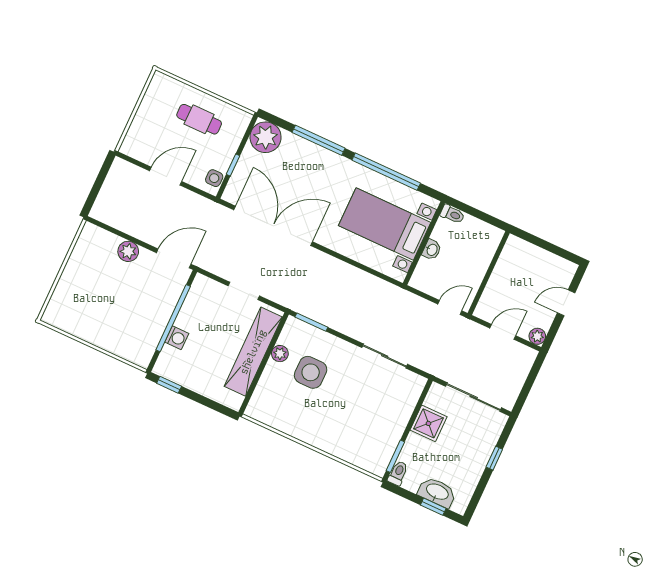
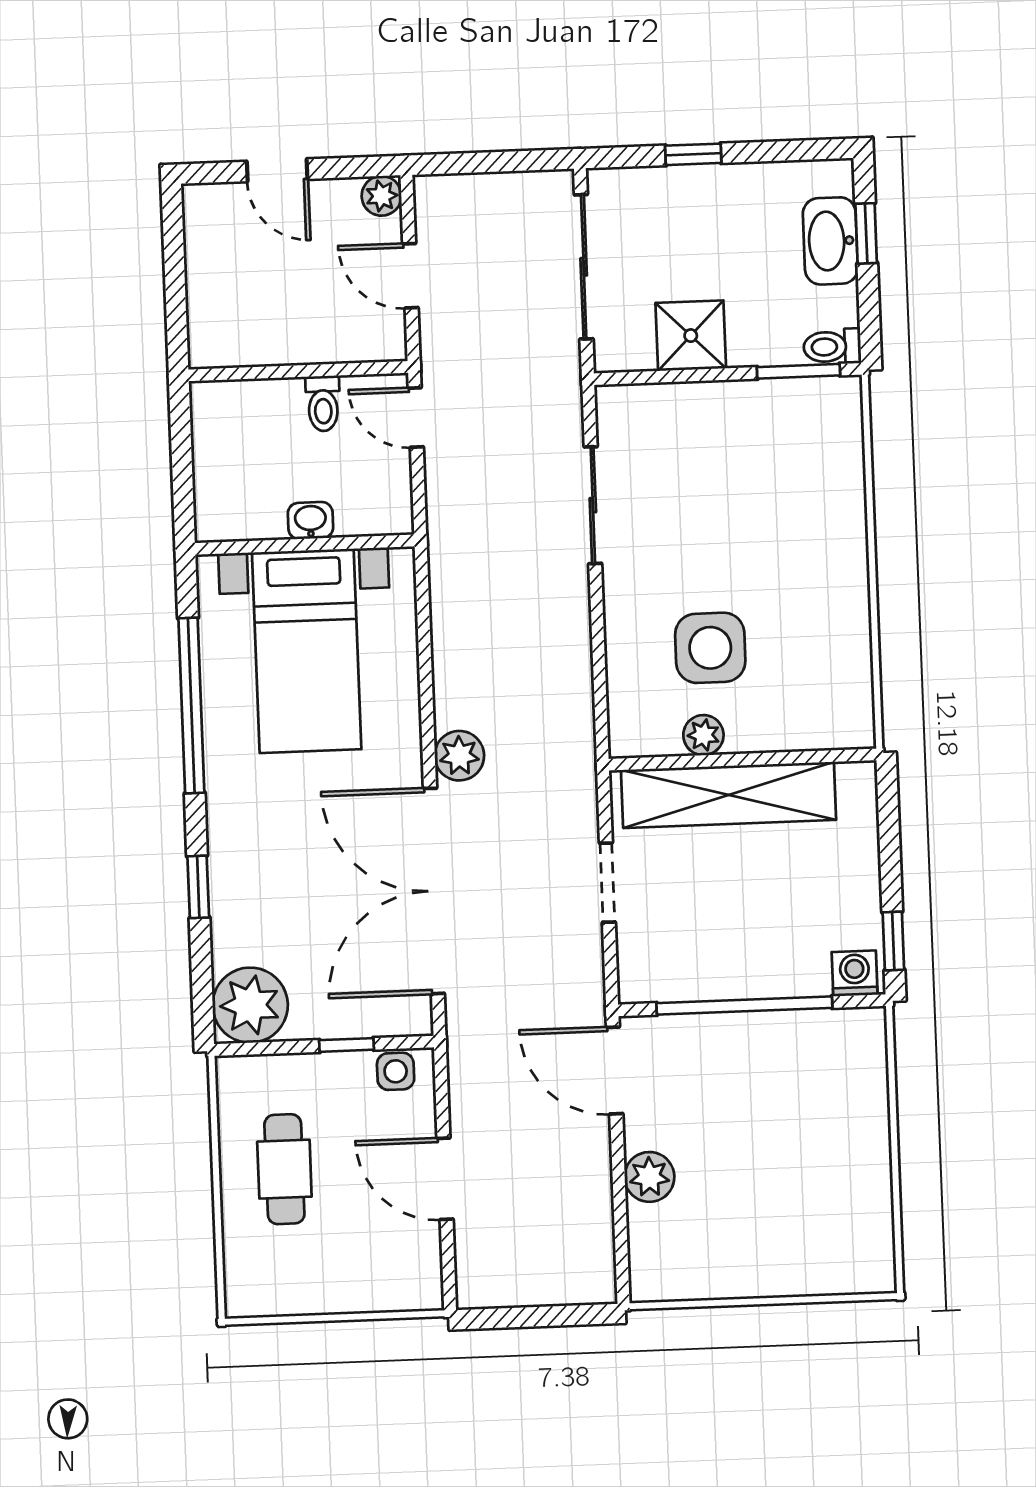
window: (319, 140) -> (198, 887), width x0.46
toilet: (452, 214) -> (323, 403), moved, turned 180
plant: (318, 260) -> (459, 756), added
window: (311, 322) -> (600, 701), removed
washing machine: (177, 338) -> (855, 973), moved

